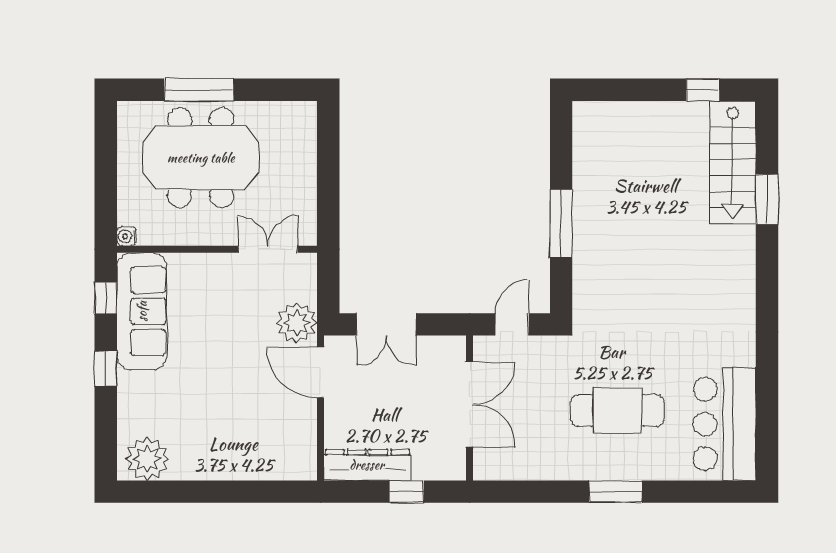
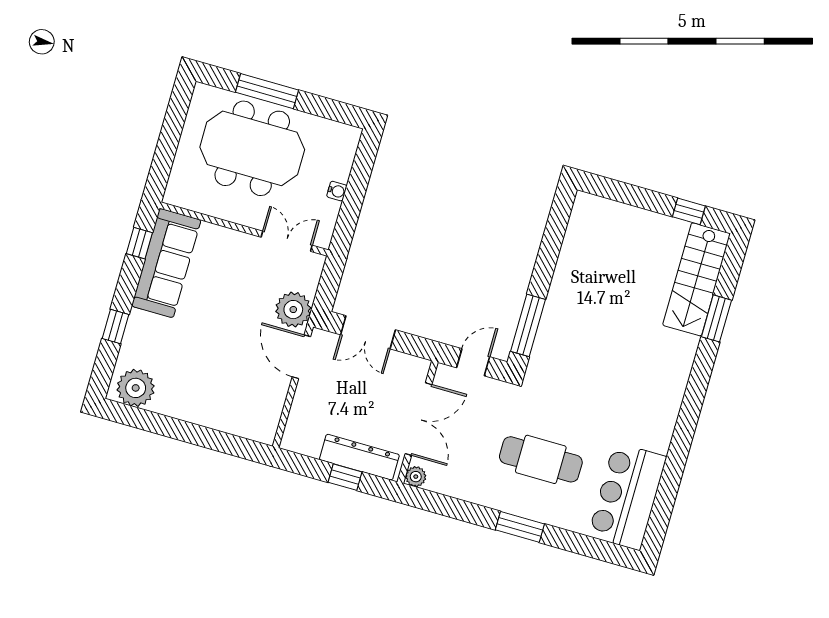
window: (561, 224) -> (528, 325), moved
water cooler: (126, 236) -> (337, 191), moved, turned 180
window: (106, 368) -> (116, 326), moved
dresser: (367, 465) -> (359, 457), moved
plant: (485, 469) -> (416, 477), added

